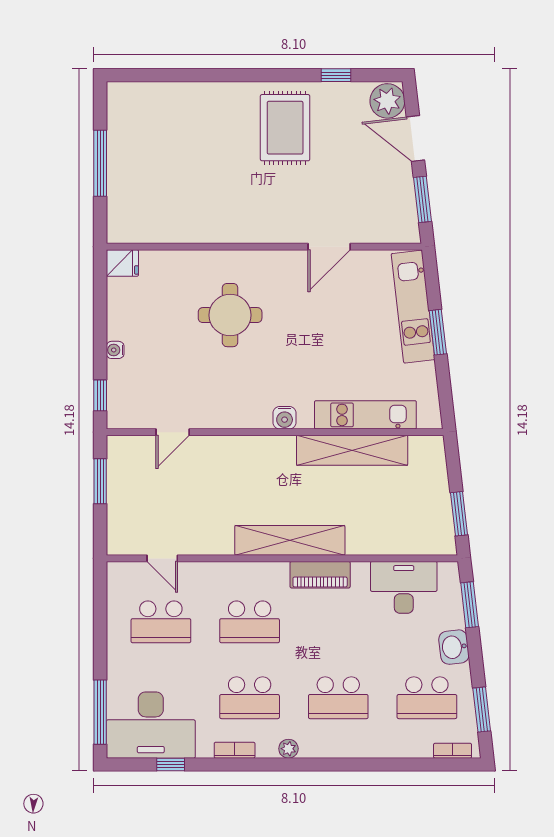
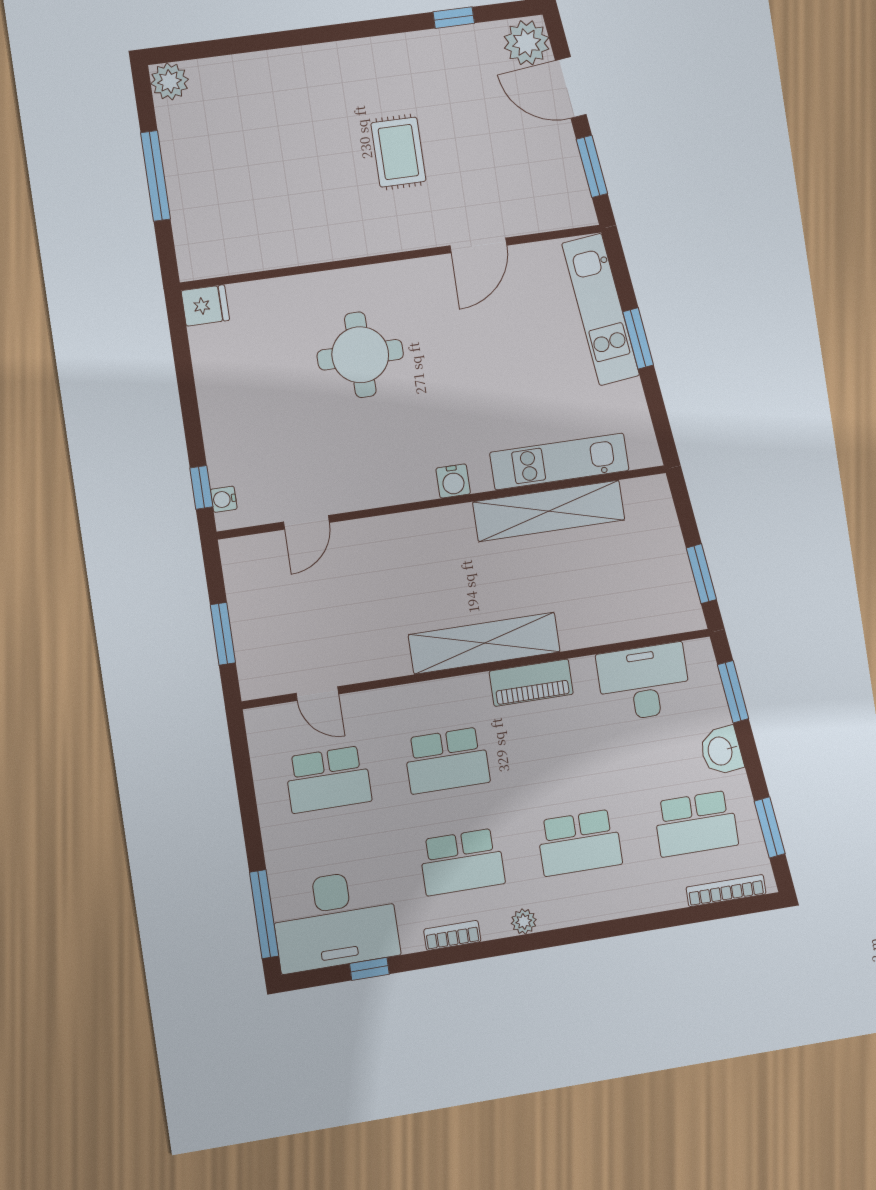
plant: (120, 95) -> (170, 81), added
rug: (285, 128) -> (398, 152), moved, width x0.73, depth x0.70
water cooler: (115, 350) -> (224, 499), moved
window: (100, 481) -> (223, 634), moved
bookcase: (453, 751) -> (726, 891), width x1.56

